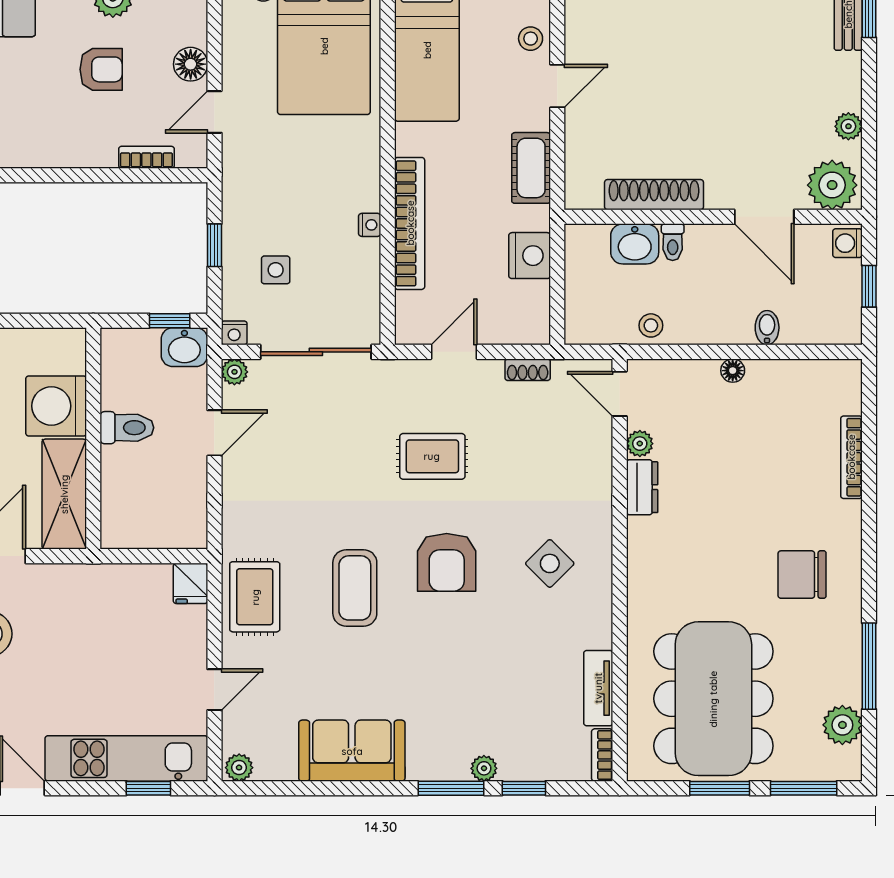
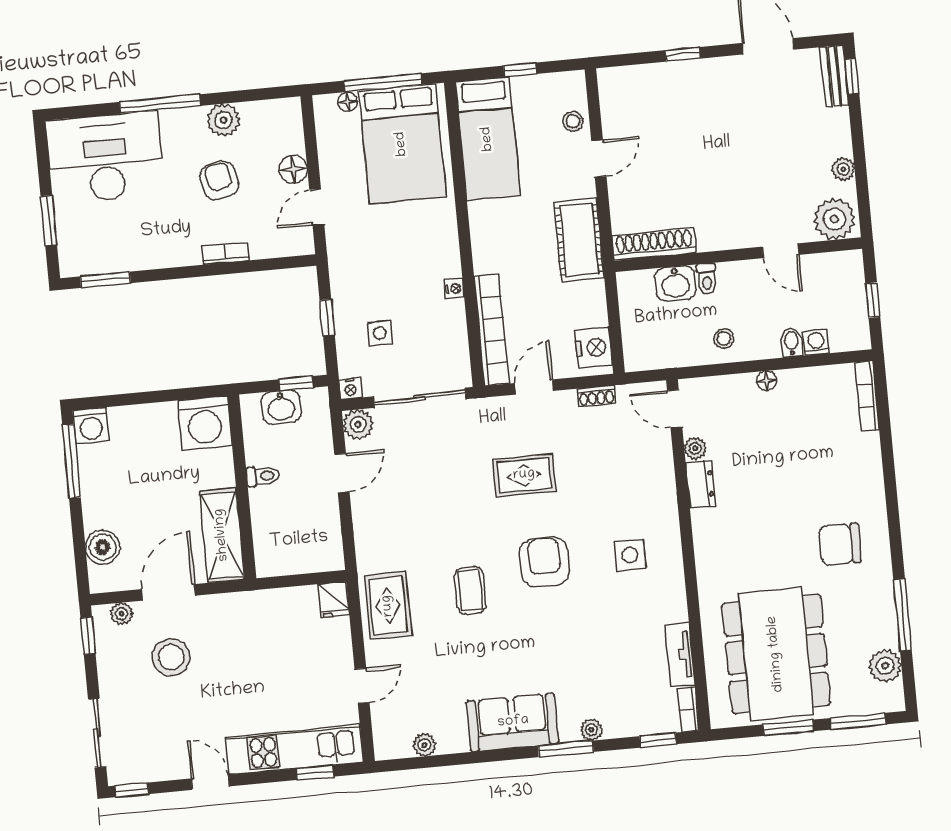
armchair: (101, 69) -> (219, 181), turned -101
bookcase: (146, 157) -> (225, 253), moved
cot: (531, 168) -> (579, 240), width x1.37, depth x1.34
shoe rack: (654, 195) -> (654, 244), moved
door: (764, 217) -> (781, 251), width x0.73
bookcase: (410, 223) -> (491, 330), moved
washing machine: (847, 243) -> (816, 342), moved, turned 90
nightstand: (530, 256) -> (594, 348), moved
stool: (651, 325) -> (724, 338), moved
washbasin: (184, 347) -> (281, 407), moved
plant: (234, 372) -> (358, 424), width x1.38, depth x1.38
washing machine: (56, 406) -> (205, 423), moved, turned -90
toilet: (127, 428) -> (263, 476), width x0.73, depth x0.72
bookcase: (851, 457) -> (867, 396), moved
armchair: (447, 562) -> (544, 562), turned 180
side table: (550, 563) -> (630, 555), turned 45
coffee table: (355, 588) -> (470, 590), width x0.73, depth x0.77
sofa: (352, 751) -> (513, 722), moved
plant: (239, 768) -> (424, 745), moved
window: (524, 788) -> (658, 740), moved

